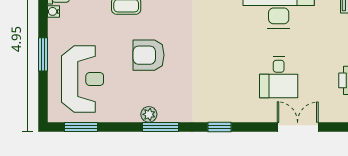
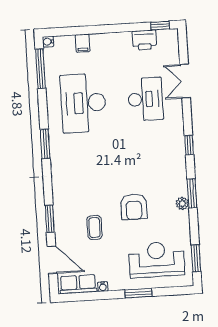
desk: (279, 77) -> (145, 99), width x1.37

